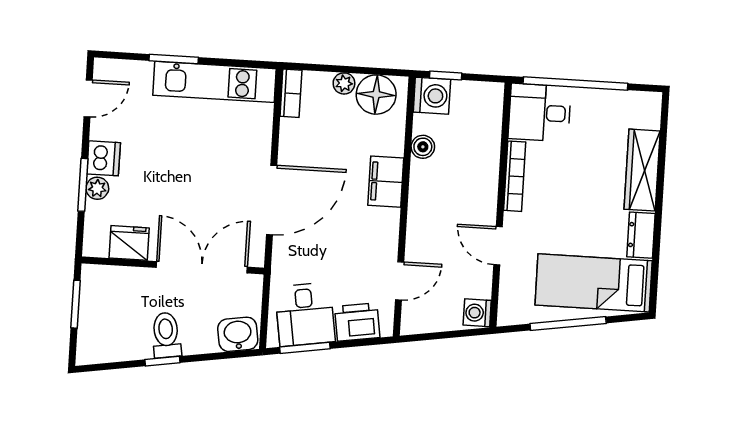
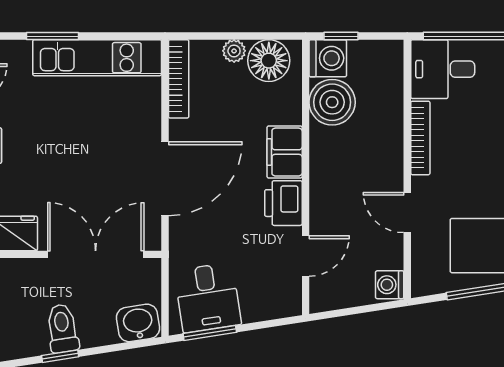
bookcase: (291, 93) -> (179, 79), width x1.56
boiler: (423, 147) -> (332, 102), width x1.86, depth x1.86
printer: (357, 322) -> (283, 203), moved, turned -81

